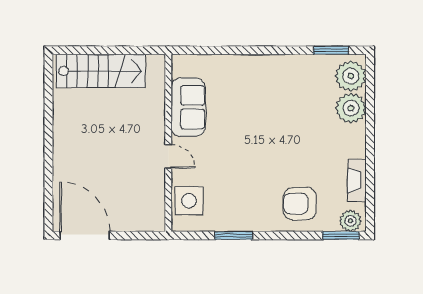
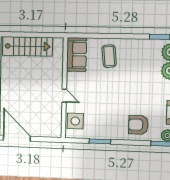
coffee table: (245, 85) -> (109, 56), added
sofa: (188, 107) -> (76, 55), moved

